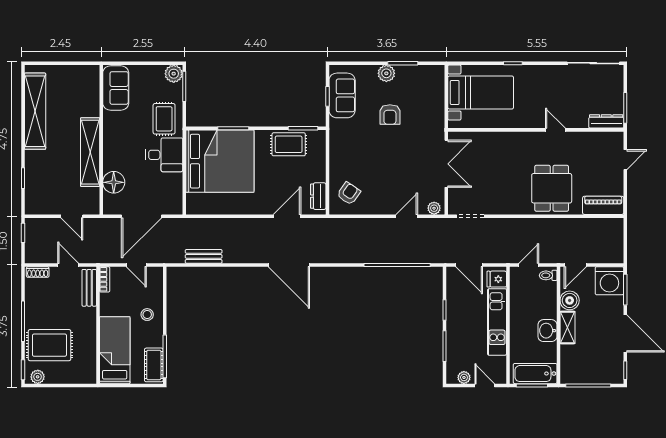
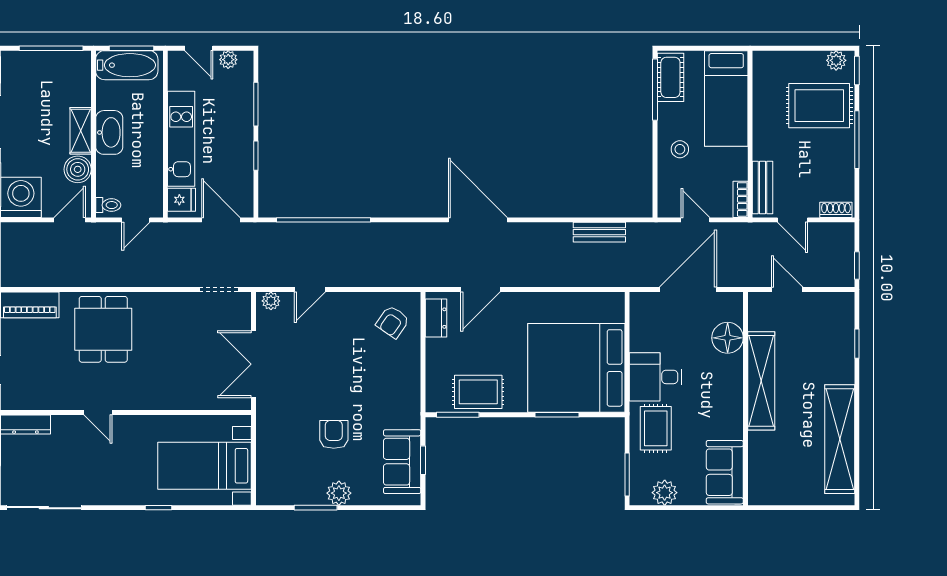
plant: (174, 74) -> (665, 493), moved
washbasin: (547, 331) -> (109, 132), width x1.38

